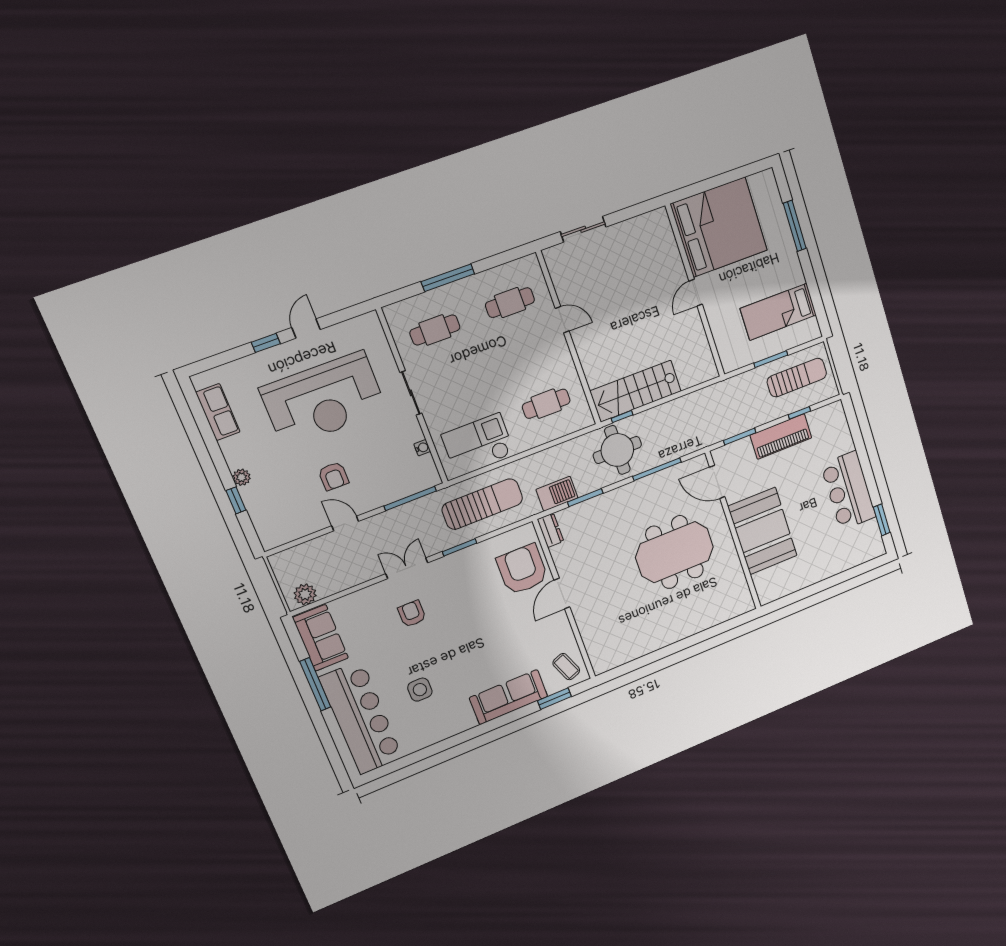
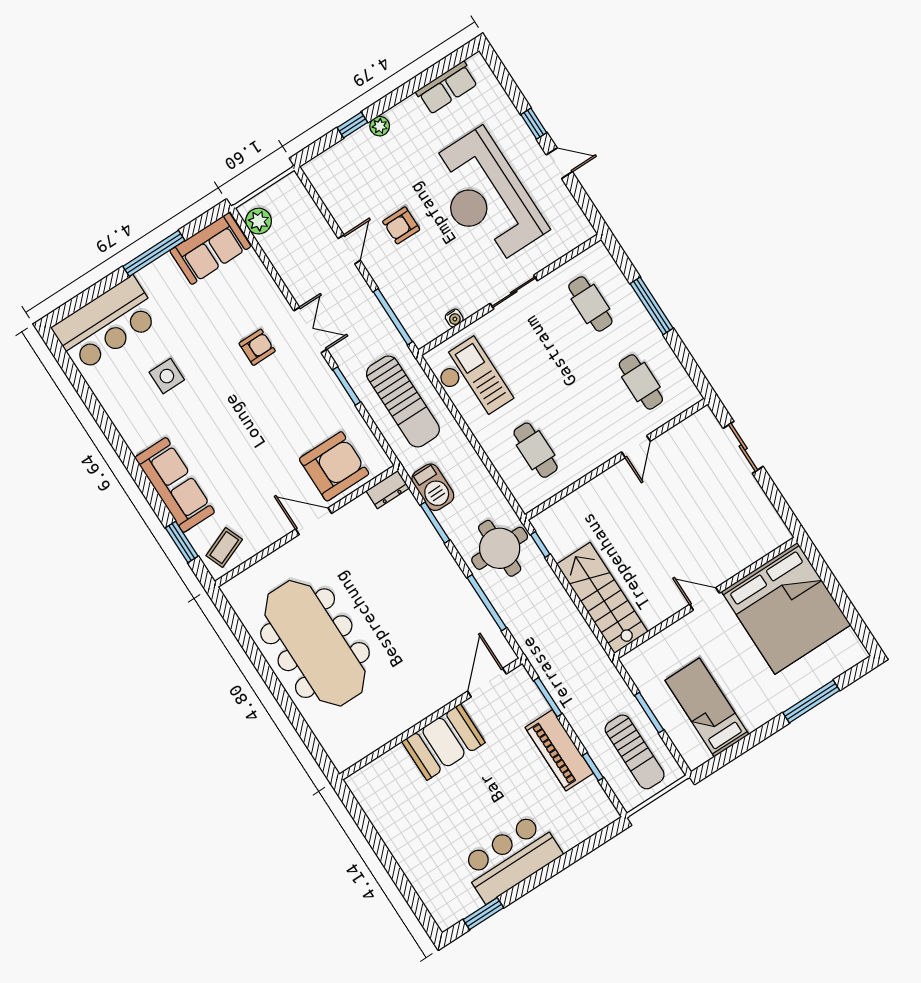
stairs: (636, 391) -> (602, 598), moved
booth: (763, 531) -> (443, 742), width x0.73, depth x0.70
meeting table: (675, 552) -> (315, 643), moved, width x1.36
bar counter: (361, 718) -> (106, 324), width x0.73

